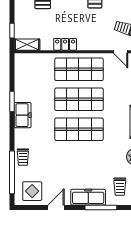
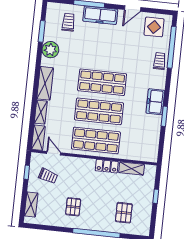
window: (12, 31) -> (156, 196), moved
shelving: (27, 45) -> (132, 168), moved

